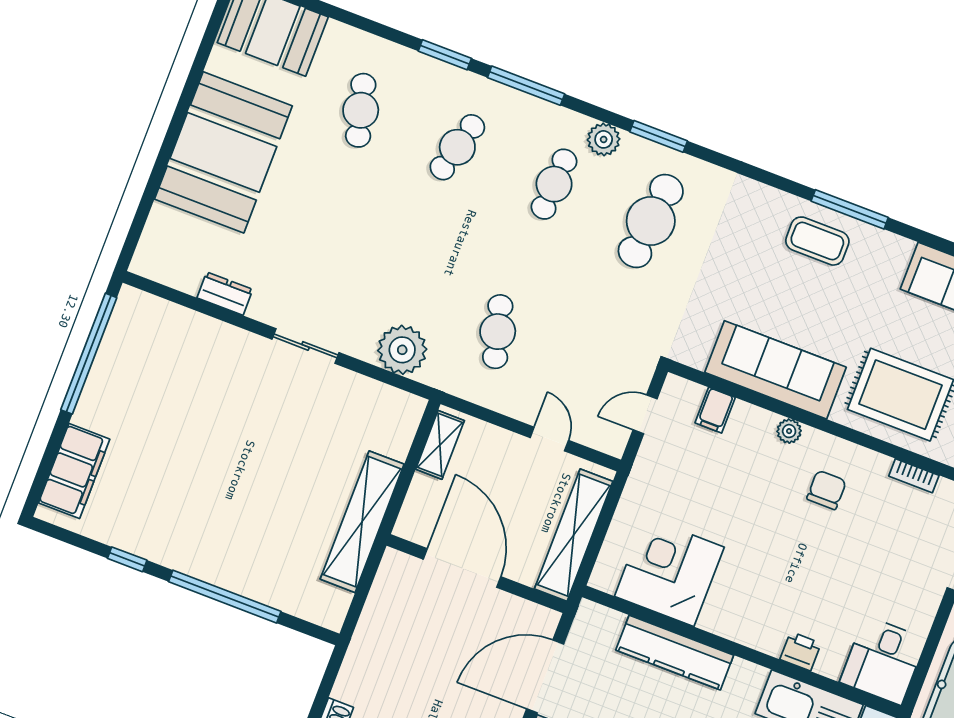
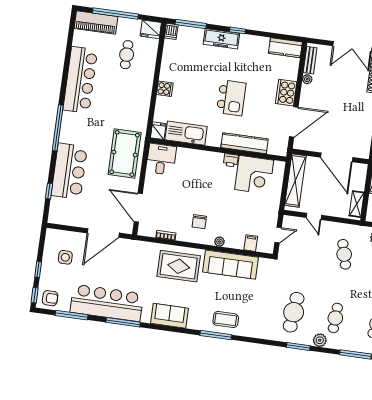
printer: (801, 651) -> (231, 160), moved

